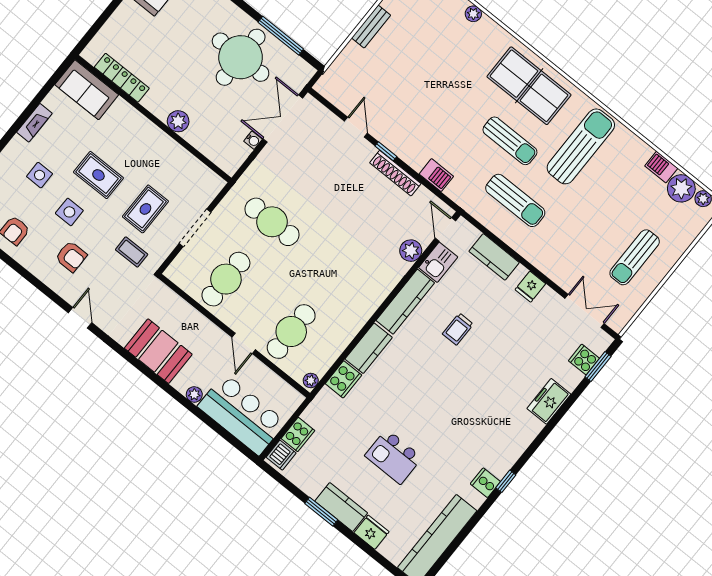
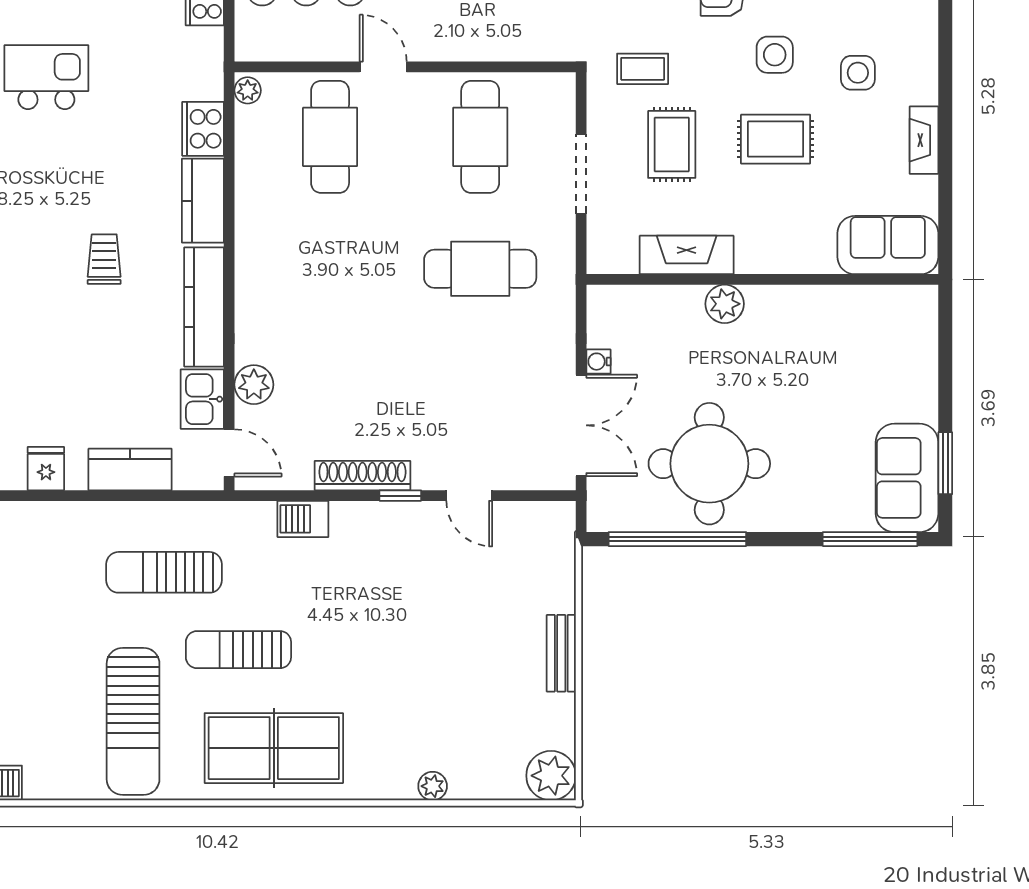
window: (281, 36) -> (677, 539), width x1.46
locker: (122, 78) -> (852, 301), removed
fireplace: (178, 156) -> (687, 255), added
trolley: (458, 329) -> (104, 259), moved

